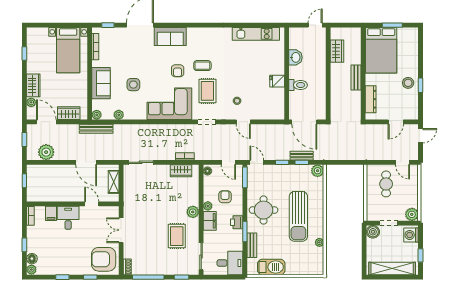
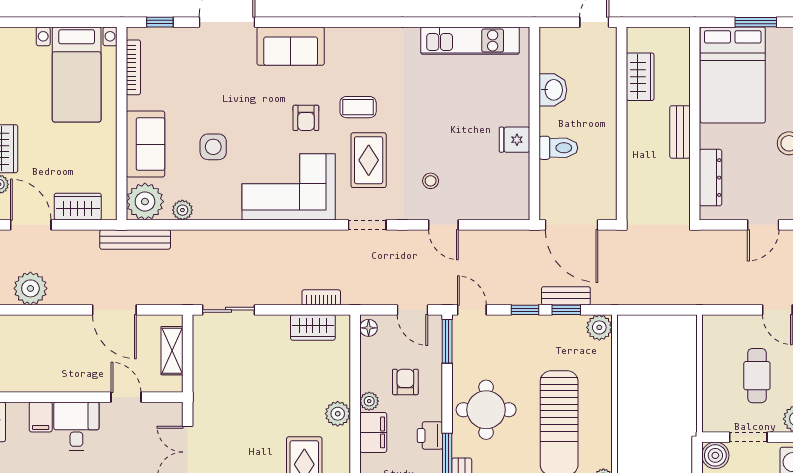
plant: (97, 115) -> (145, 202), width x1.88, depth x1.88
cafe table: (386, 184) -> (757, 376), moved

